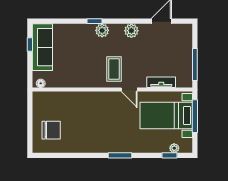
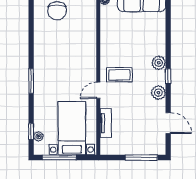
window: (94, 21) -> (168, 76), moved
window: (195, 64) -> (141, 157), moved
window: (195, 116) -> (59, 157), moved

